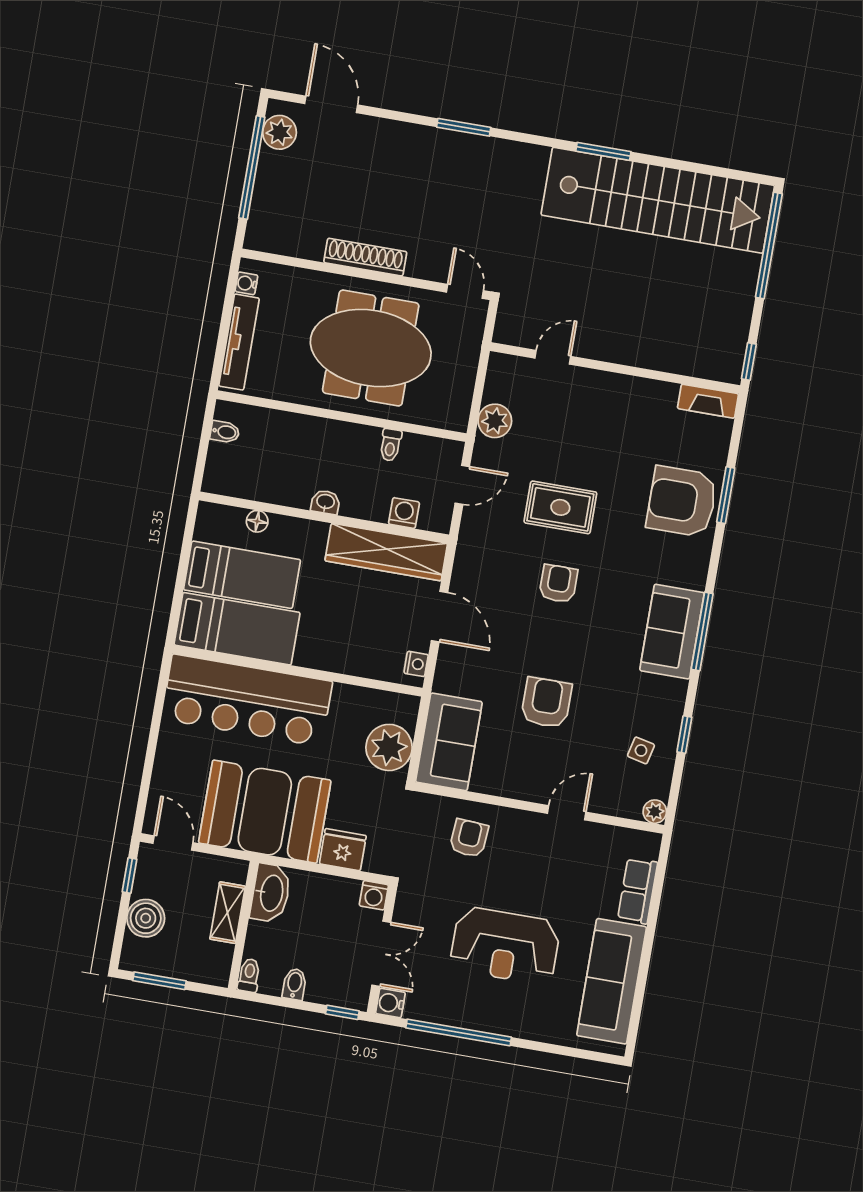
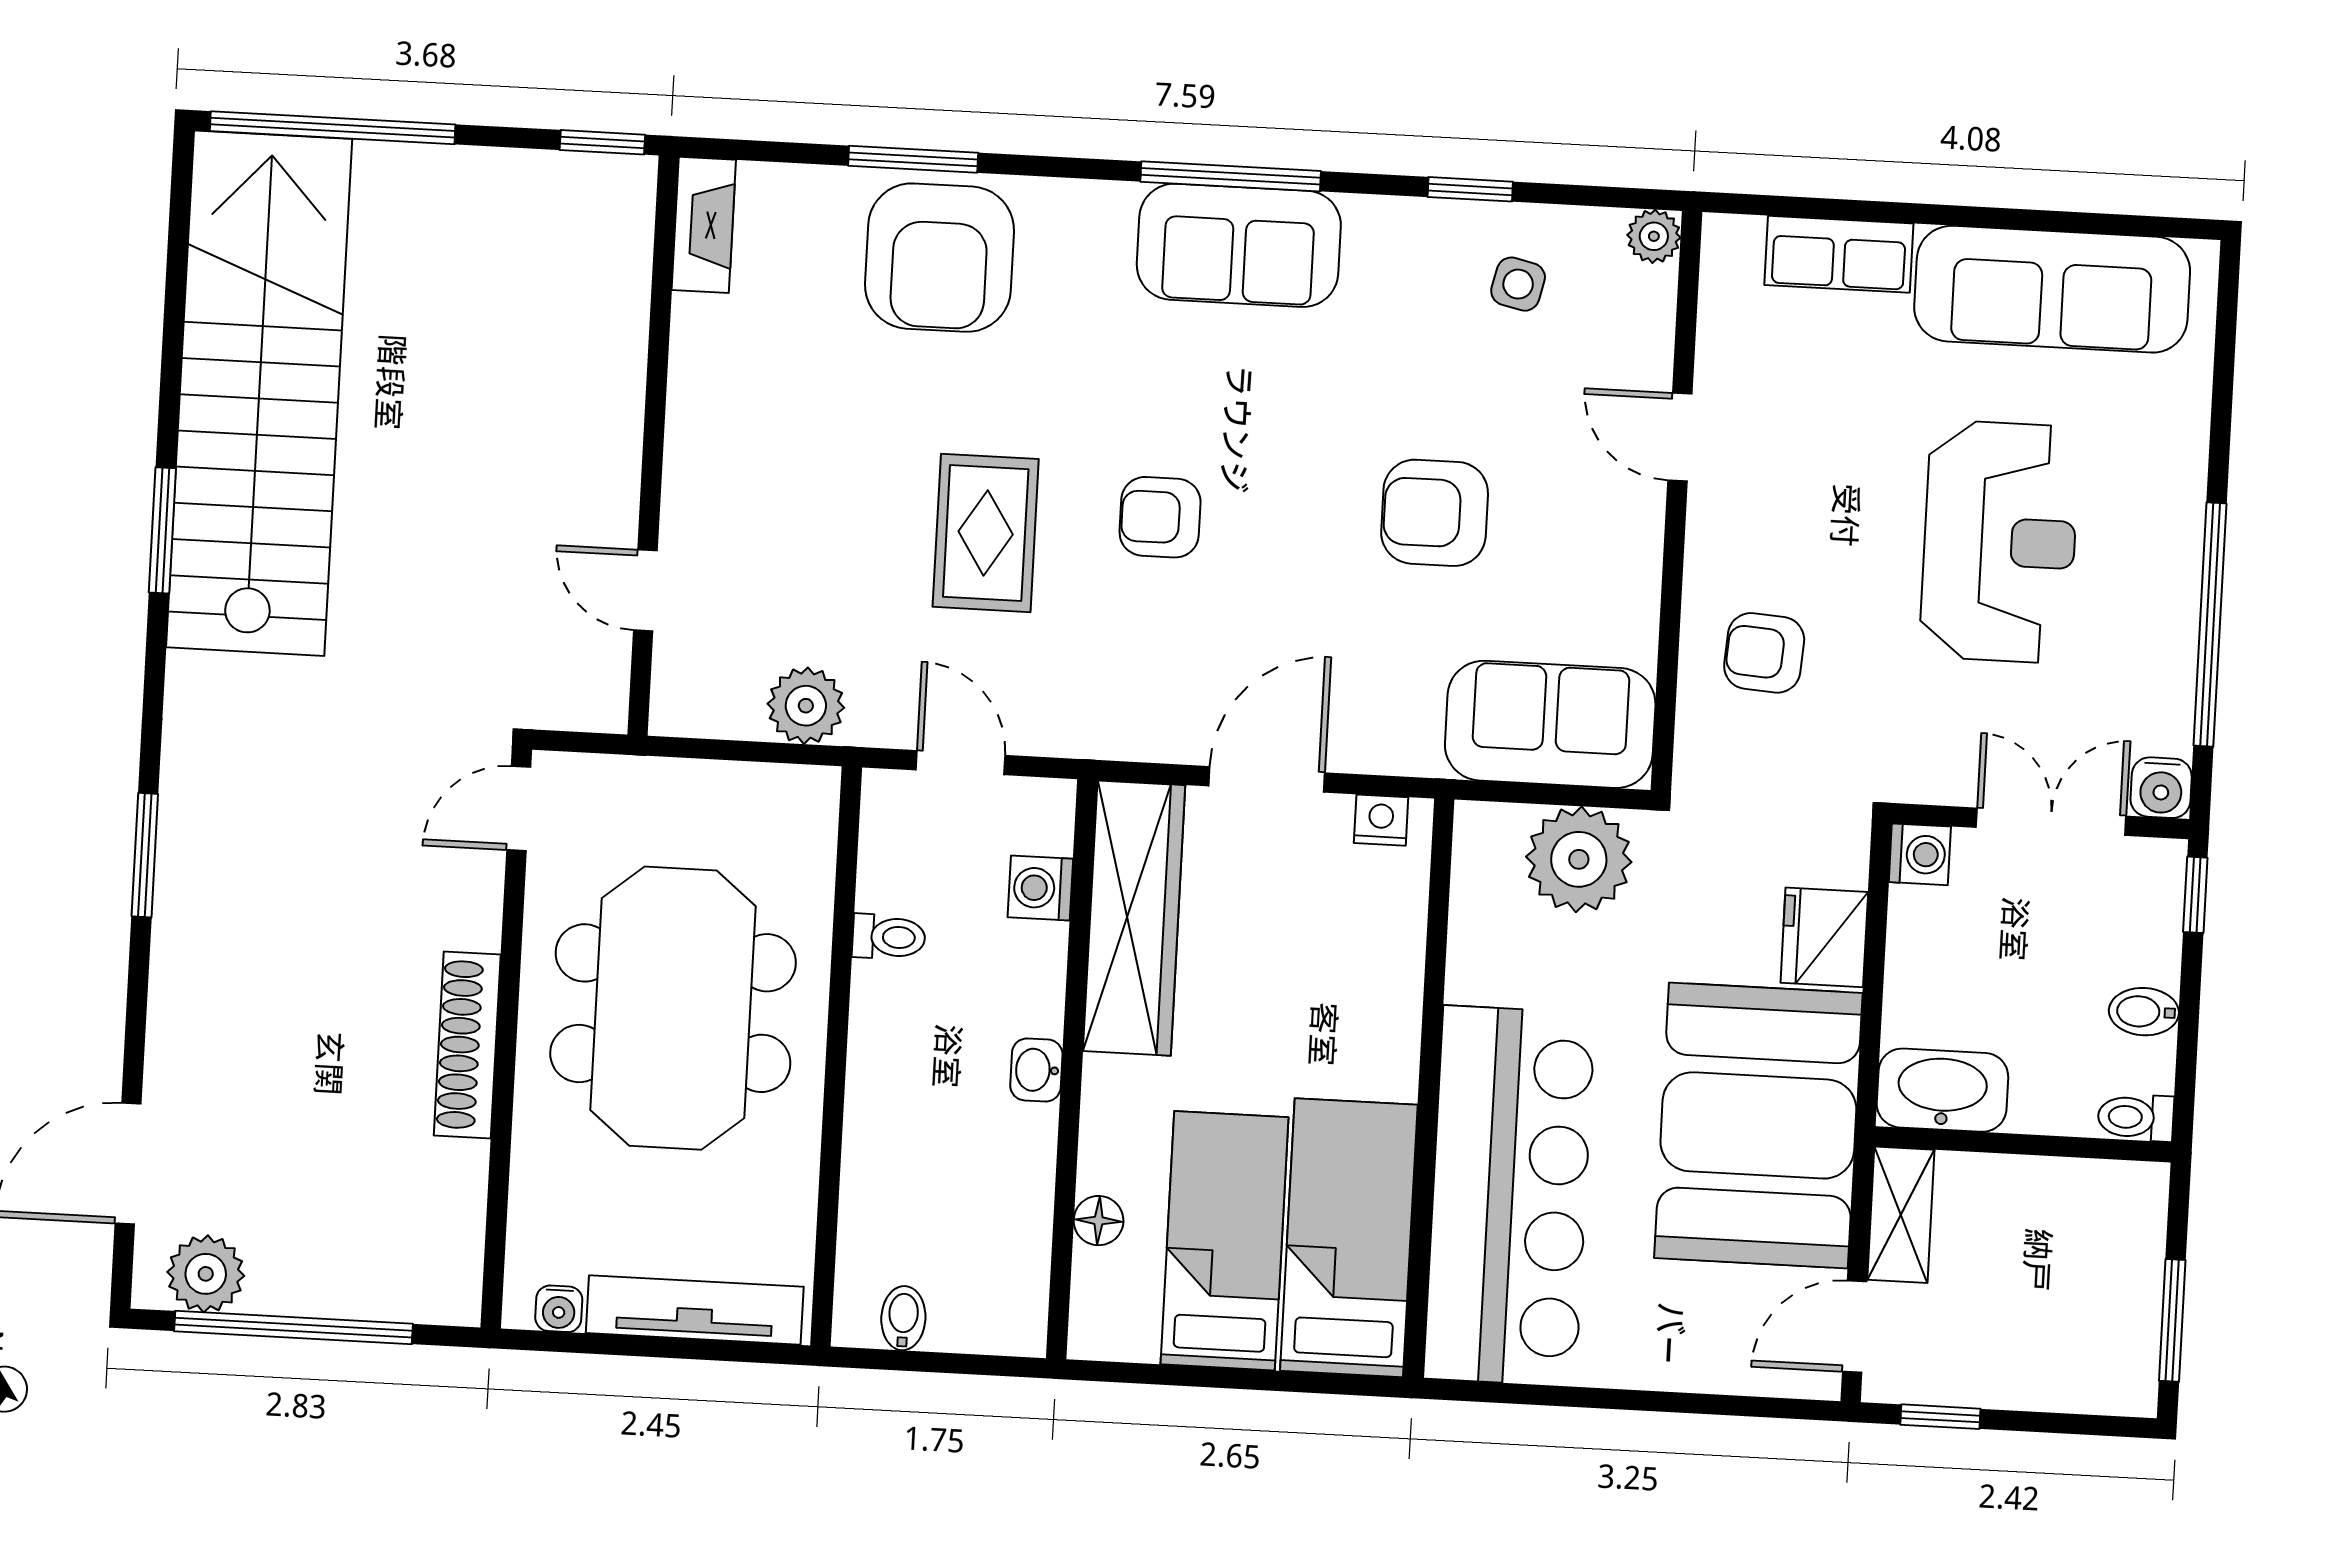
shelving: (228, 913) -> (1901, 1215), moved, turned 90
boiler: (146, 918) -> (2033, 1368), removed

